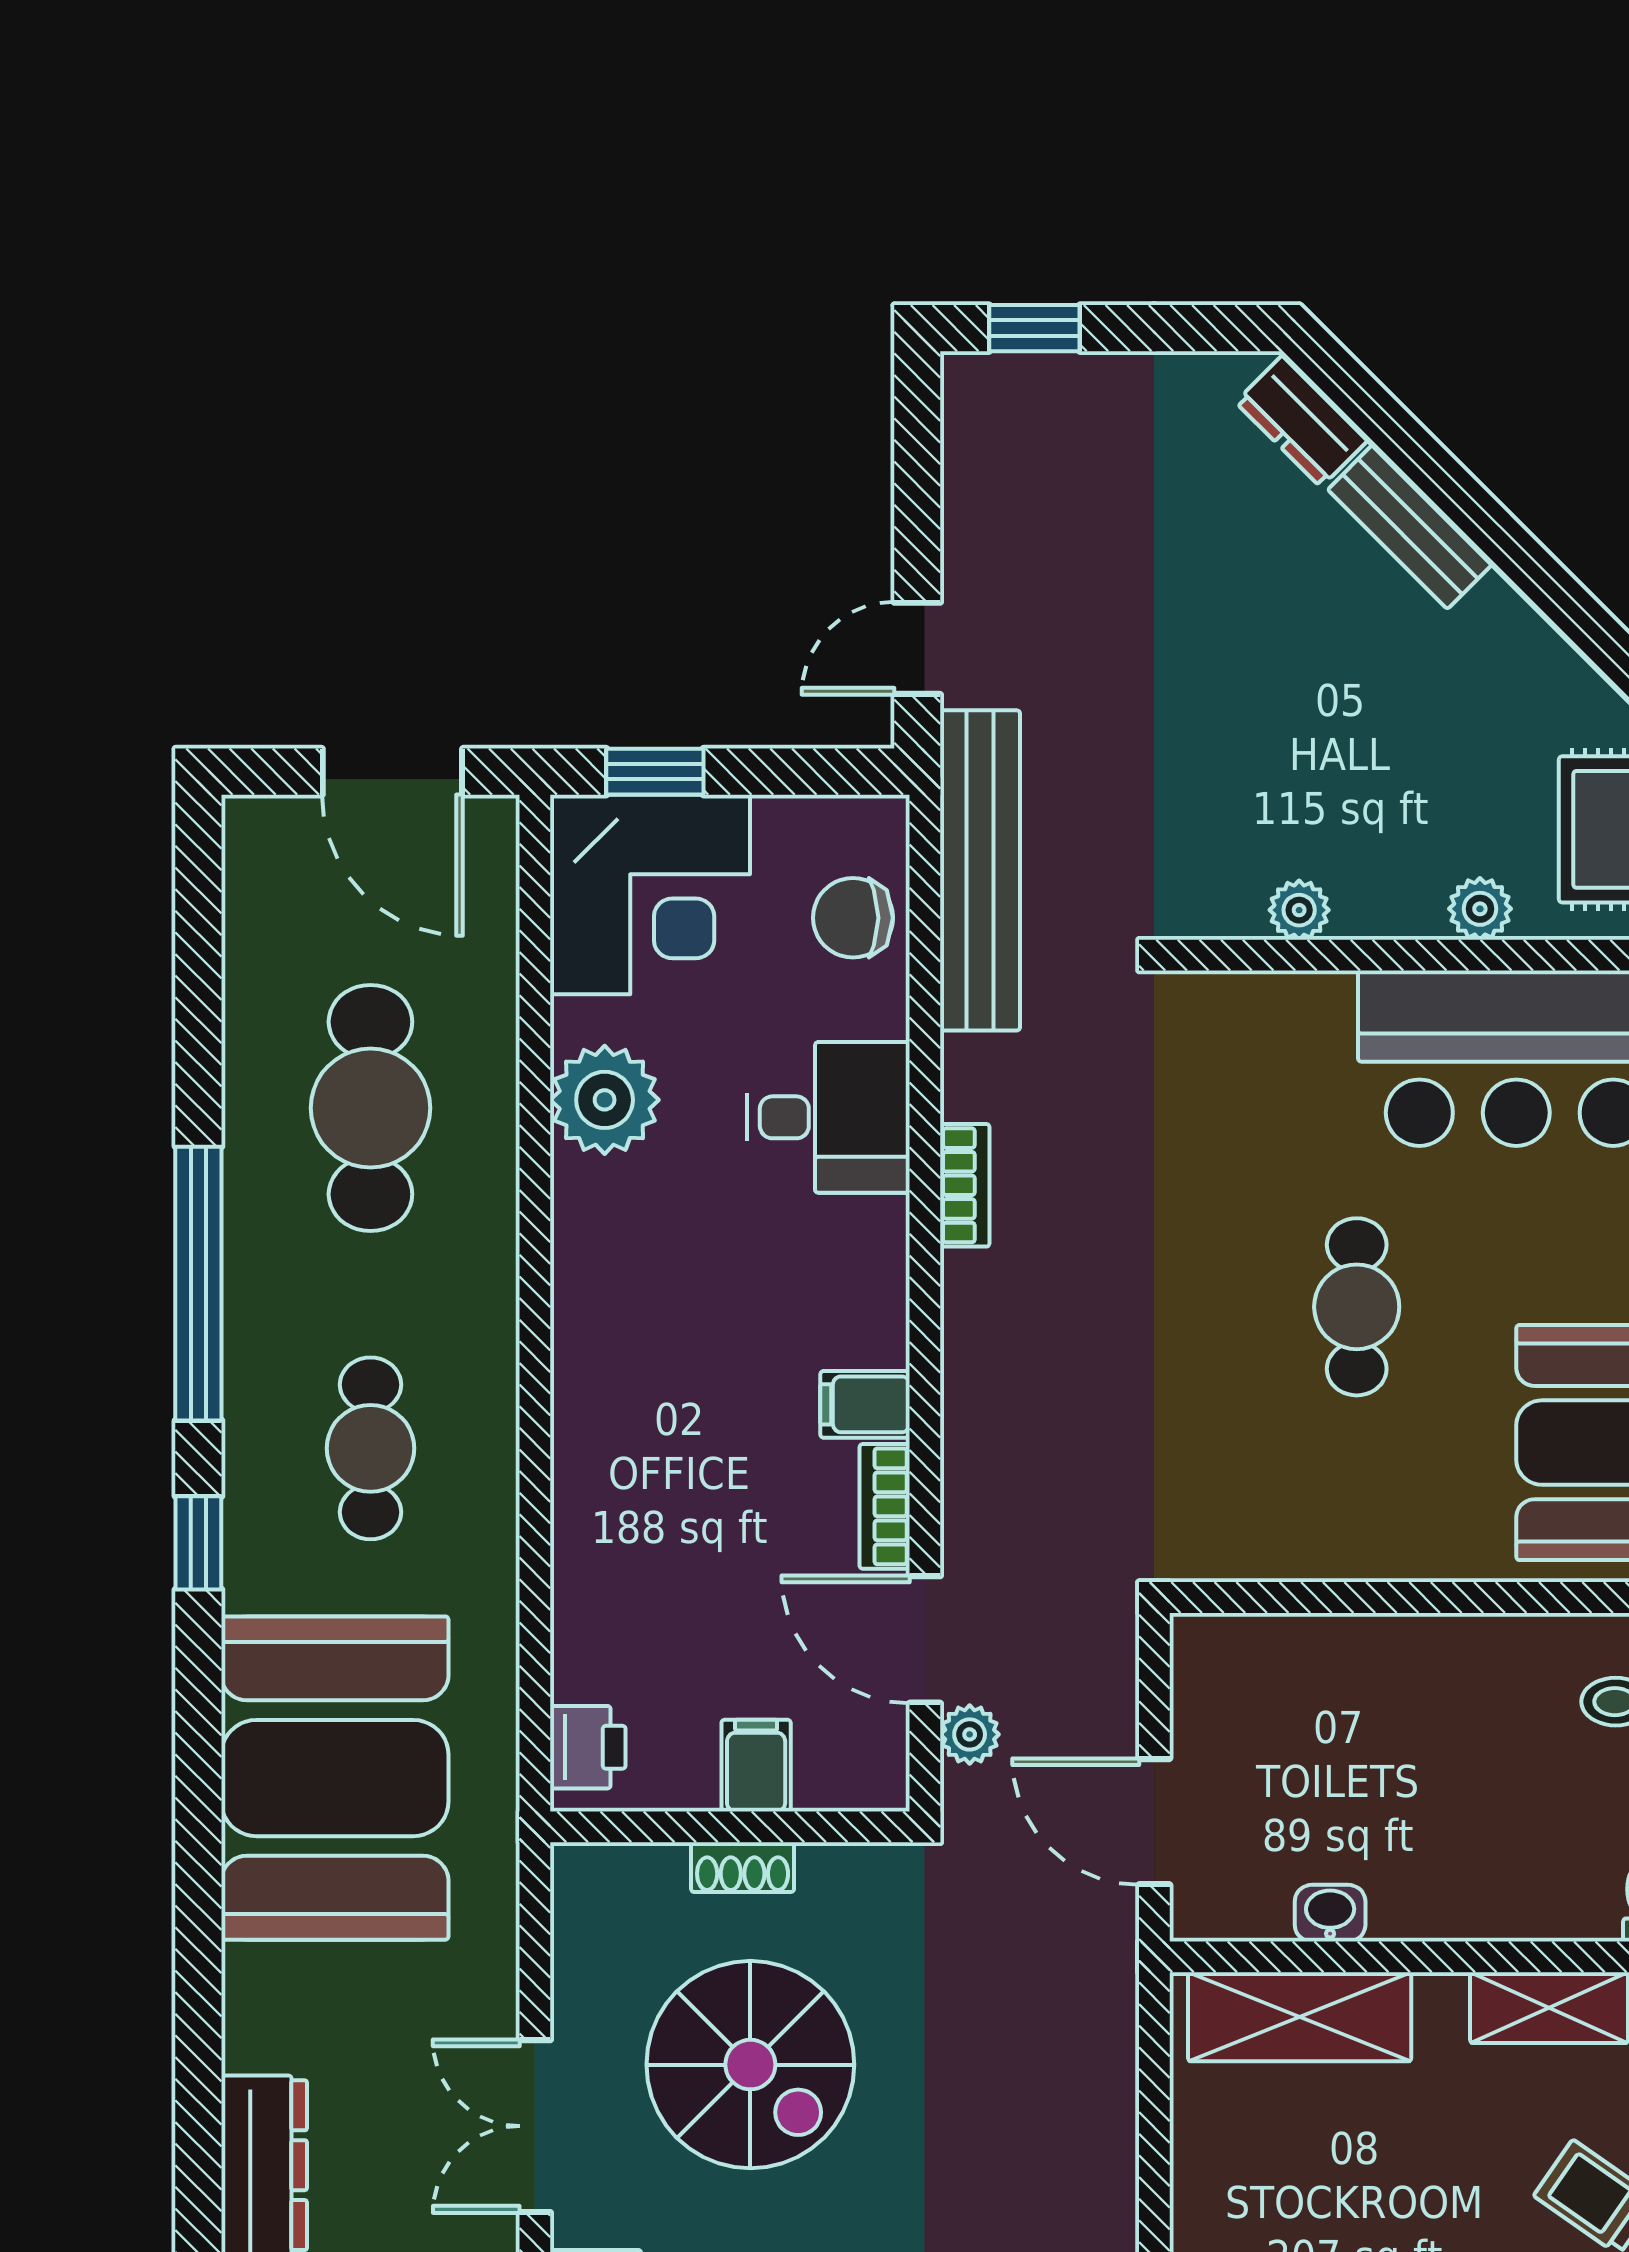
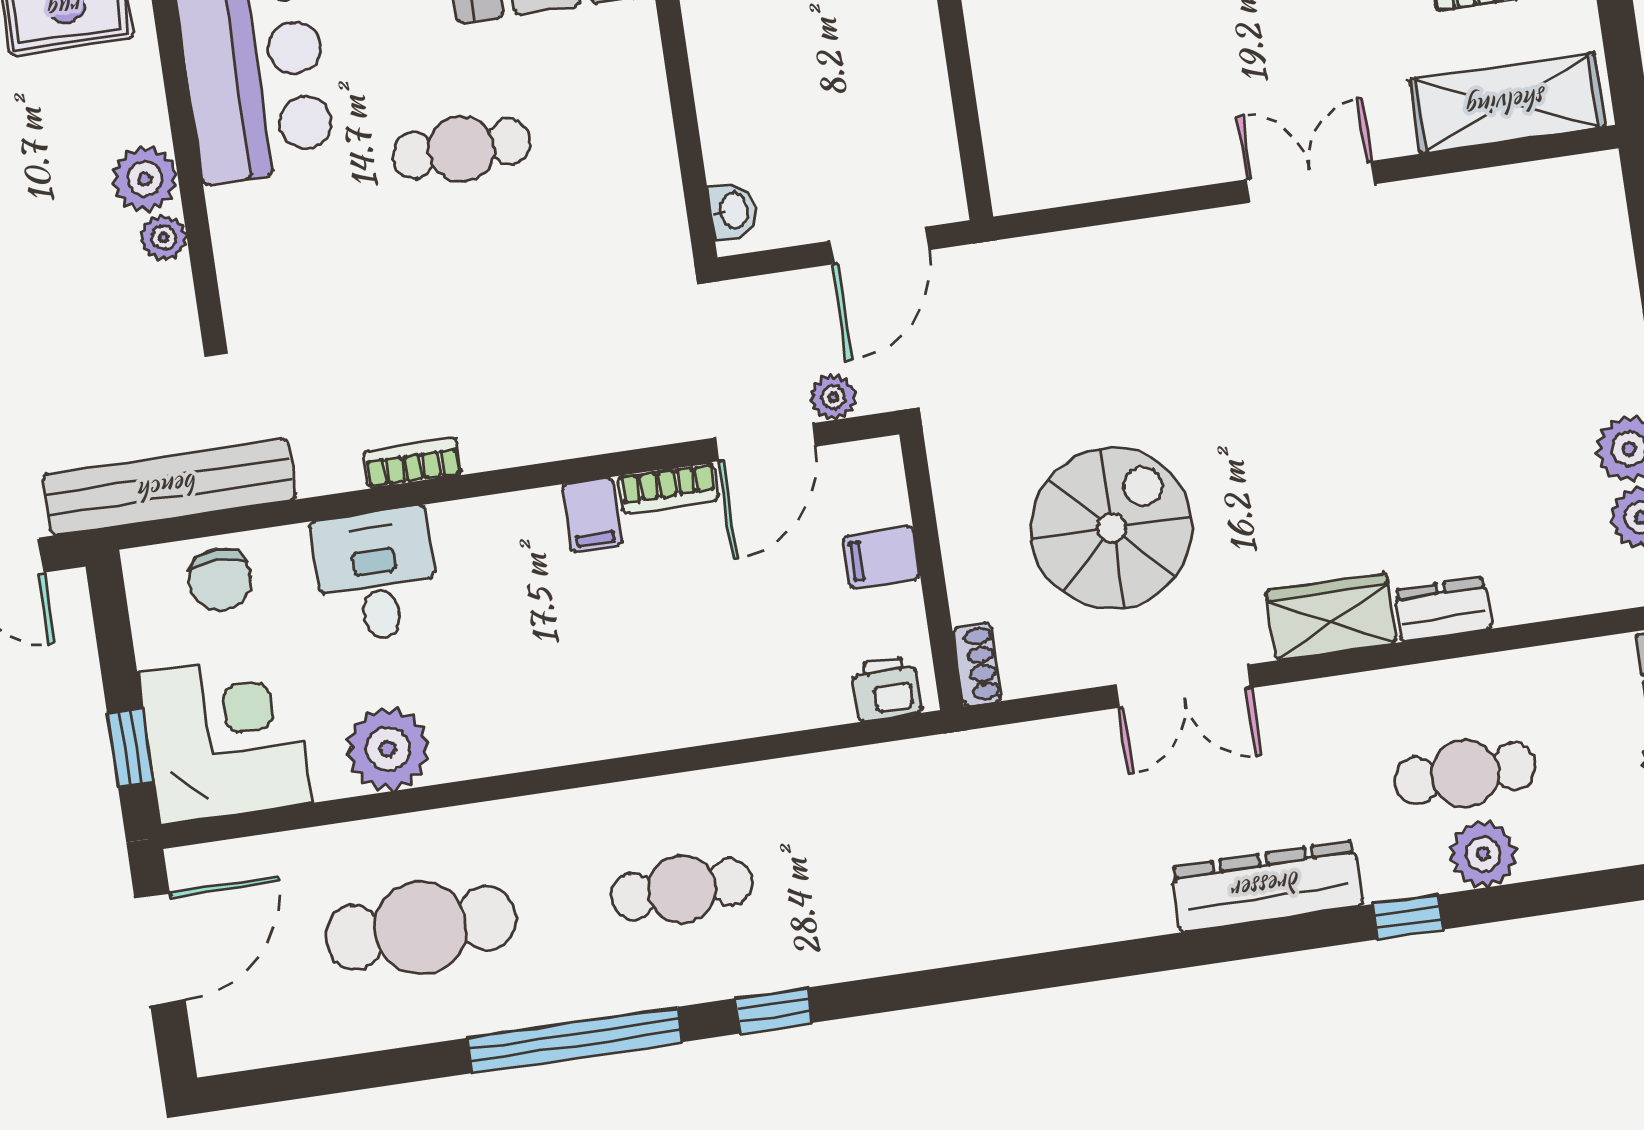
plant: (1480, 909) -> (145, 179), moved, width x1.38, depth x1.38
booth: (335, 1778) -> (939, 879), removed
shoe rack: (743, 1867) -> (977, 664), moved
washbasin: (1330, 1913) -> (733, 211), moved, turned 180
shelving: (1300, 2017) -> (1013, 112), removed

